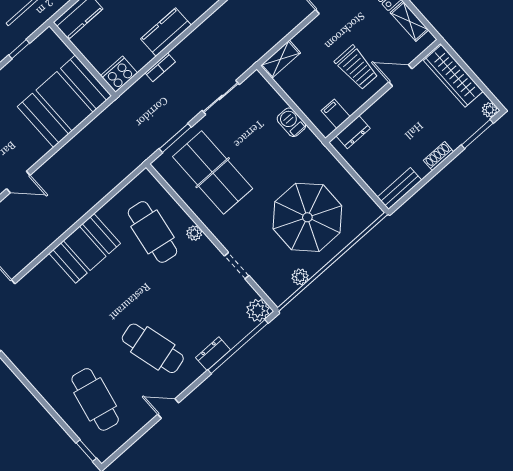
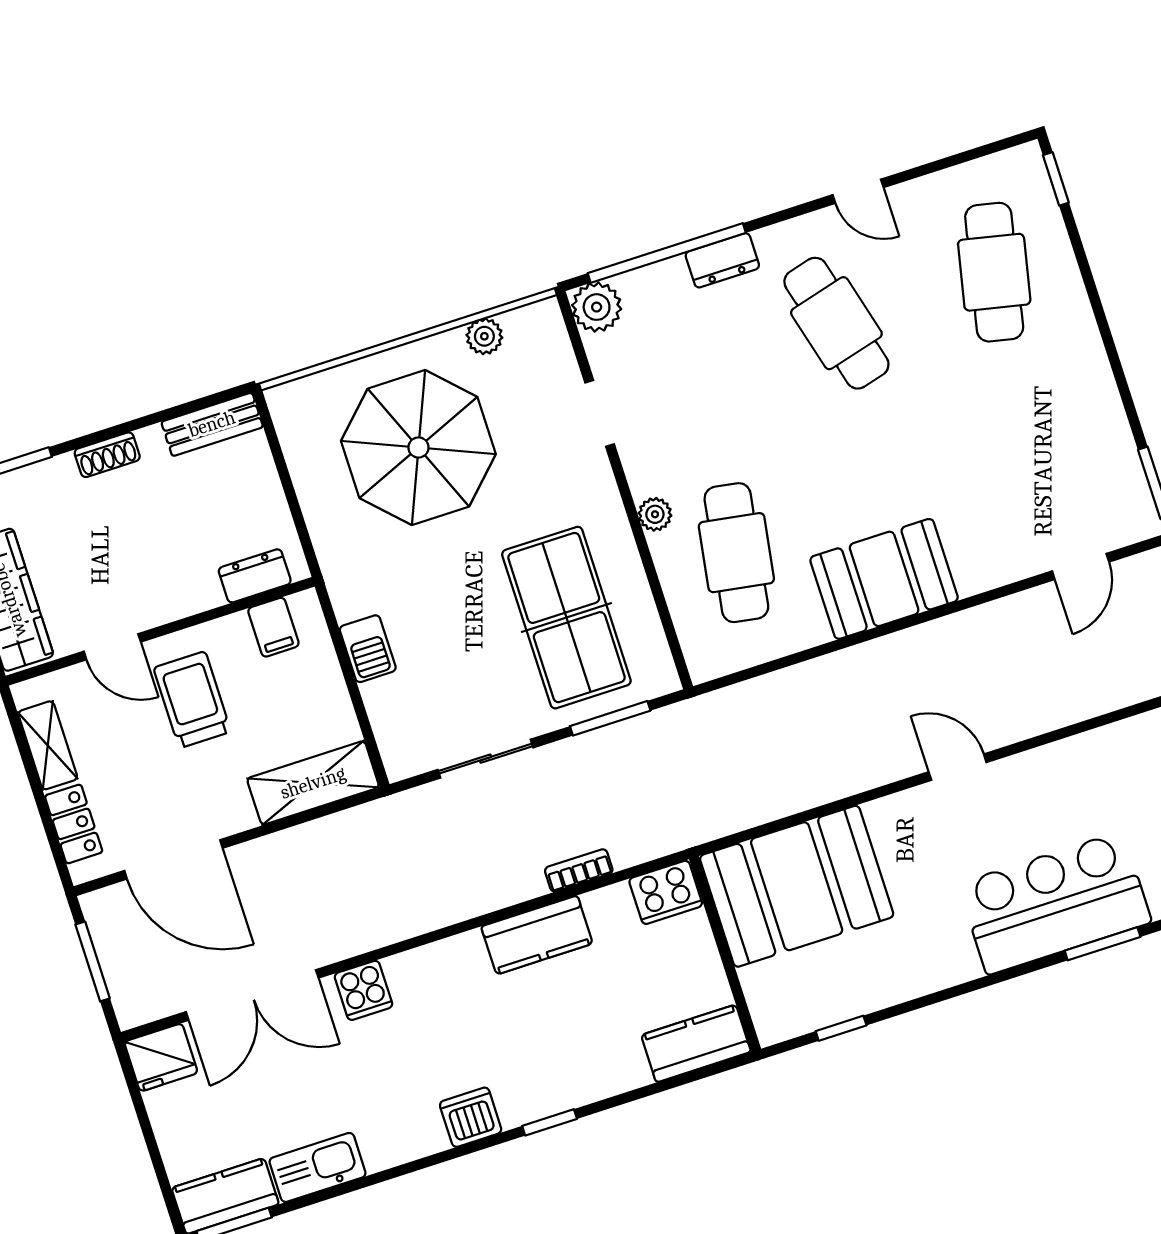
shelving: (280, 59) -> (313, 783), width x1.50, depth x1.33

